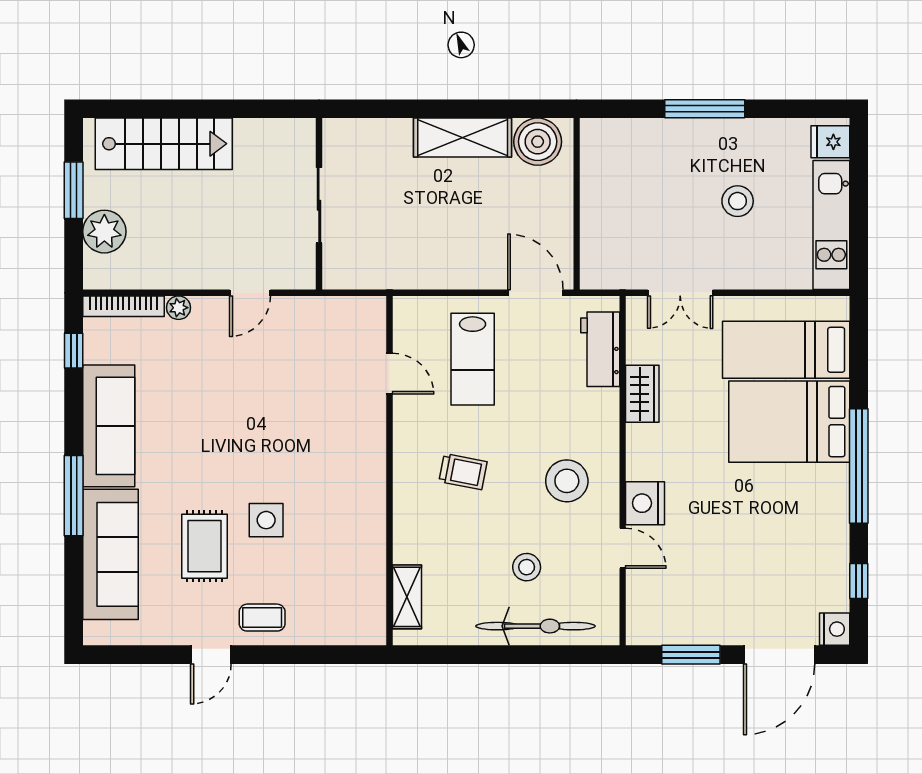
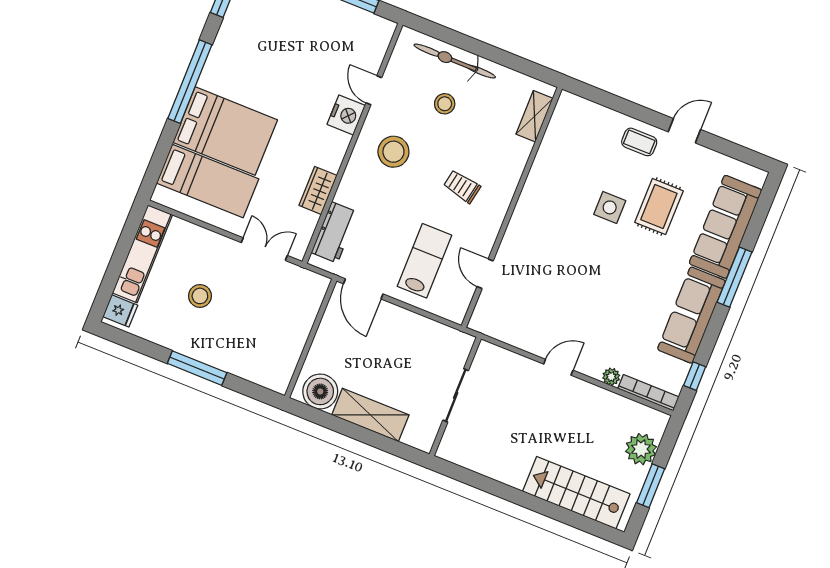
wall: (319, 204) -> (455, 396), moved
sliding door: (319, 205) -> (456, 395), moved

